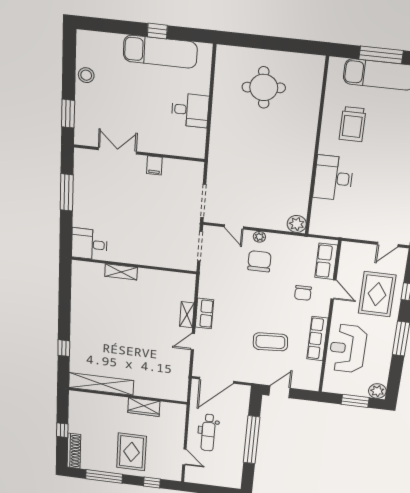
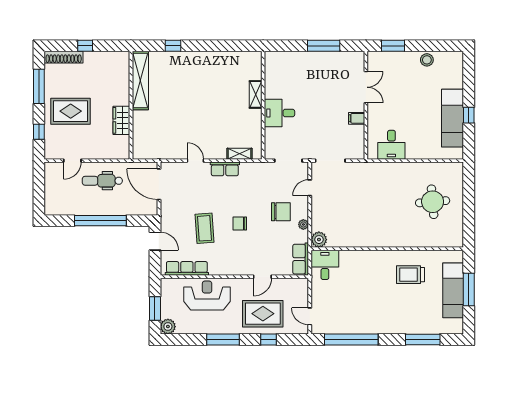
desk: (190, 110) -> (391, 145), moved
desk: (333, 178) -> (325, 265), moved, width x0.73
plant: (259, 237) -> (303, 224), moved
desk: (89, 244) -> (280, 113), moved, turned -90
row of seats: (326, 261) -> (301, 259), moved, turned -90
chair: (303, 293) -> (240, 224), moved
shelving: (187, 315) -> (239, 154), moved
row of seats: (317, 339) -> (187, 268), moved

